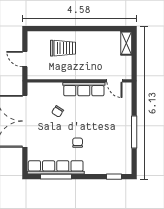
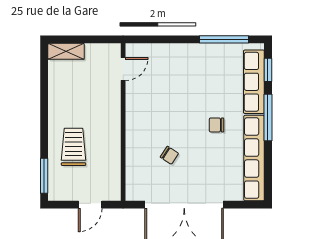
window: (44, 29) -> (44, 176), added
row of seats: (84, 89) -> (254, 82), moved, turned 180
window: (134, 132) -> (224, 39), moved
window: (56, 177) -> (268, 117), moved

